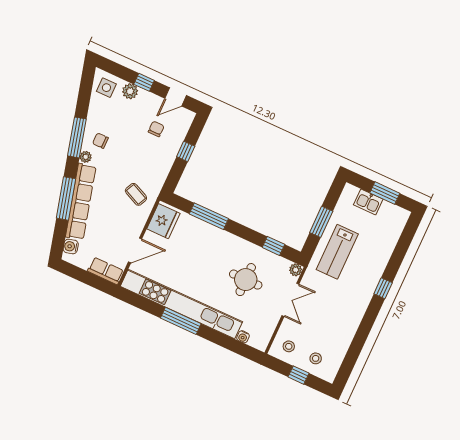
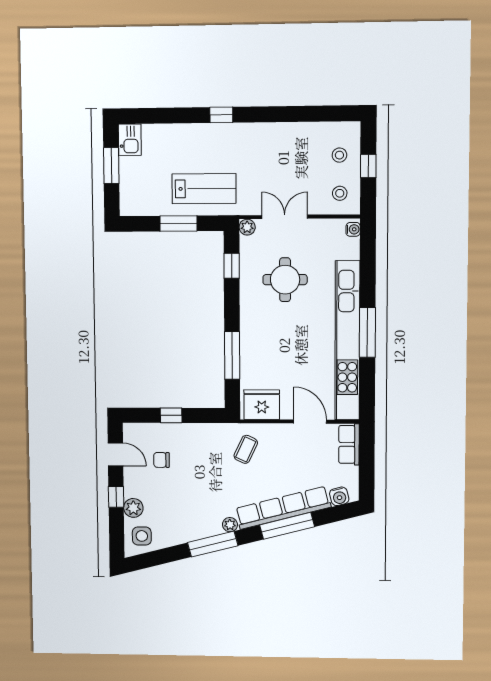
chair: (100, 141) -> (204, 516), removed
kitchen sink: (368, 202) -> (130, 140), moved
water cooler: (243, 337) -> (353, 229), moved

